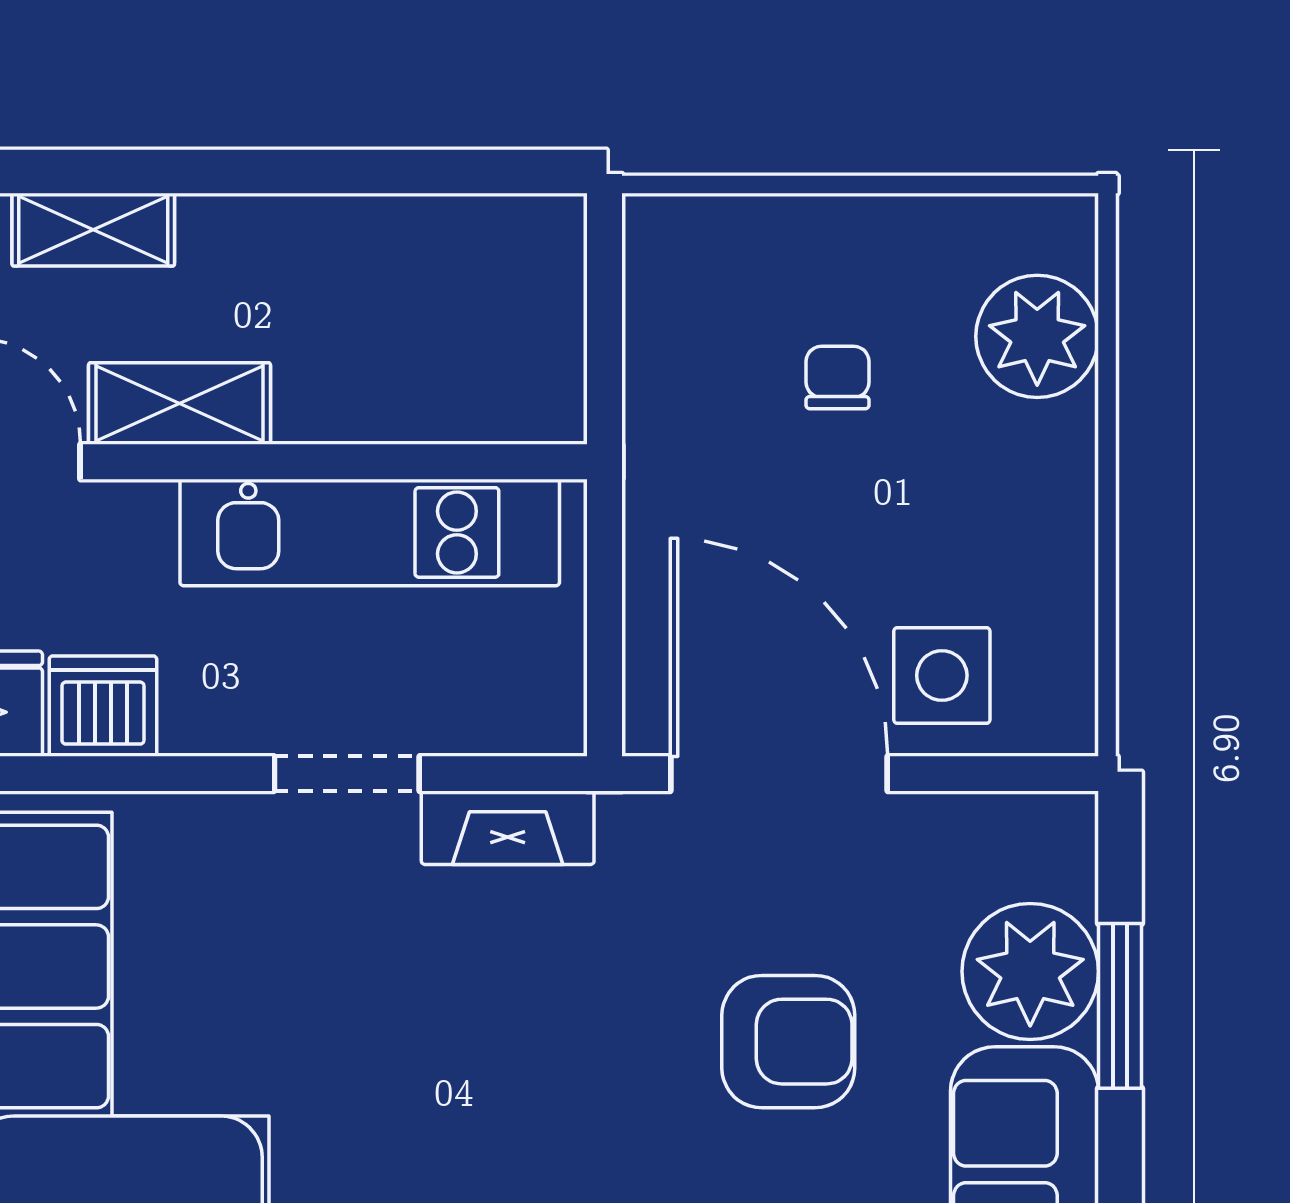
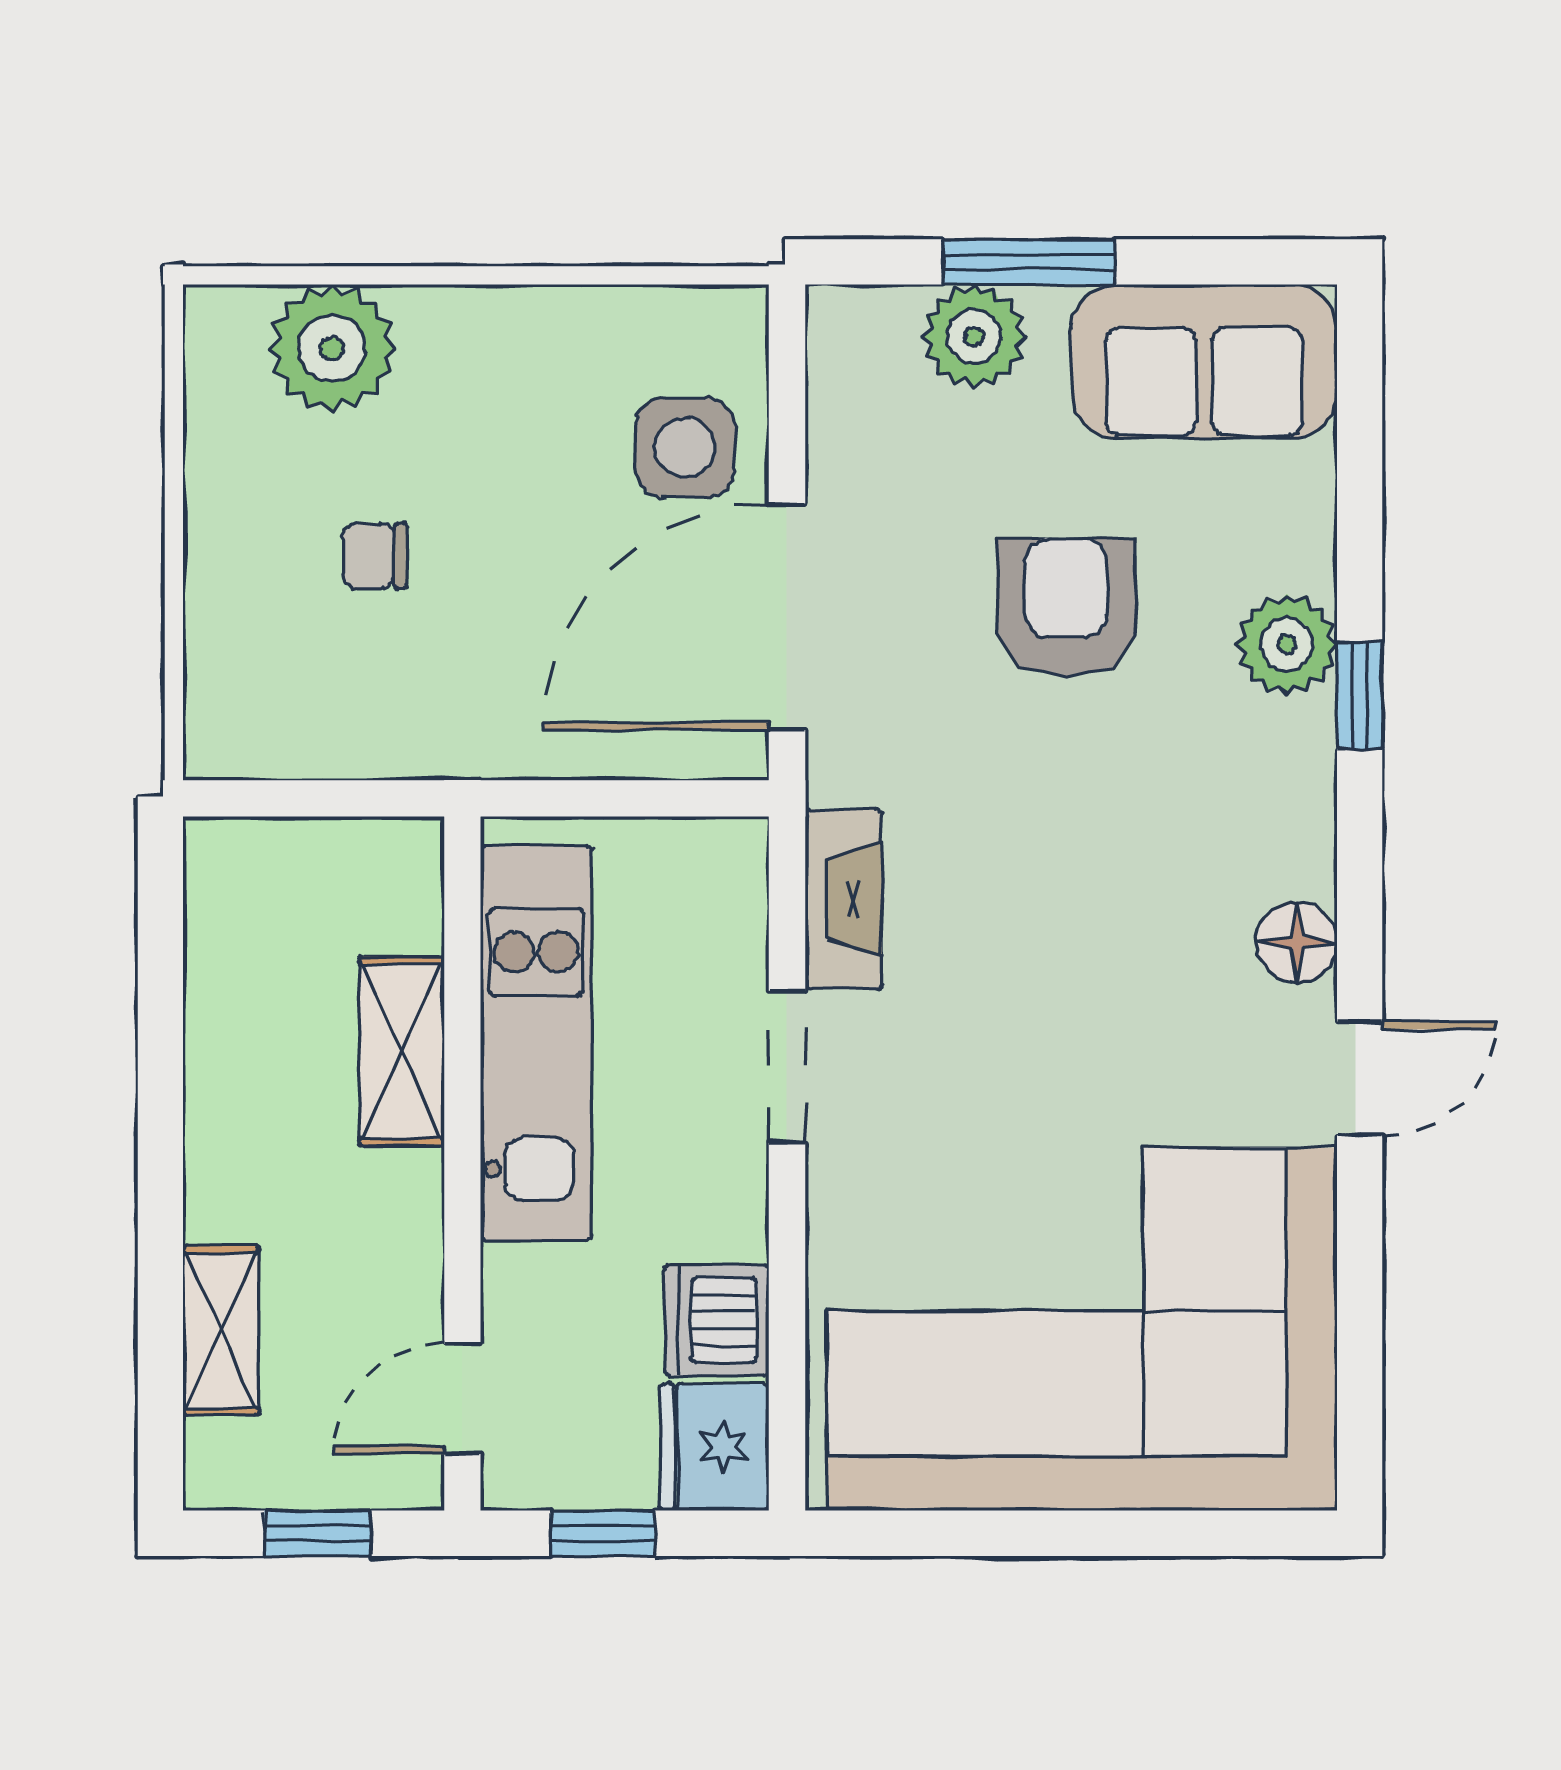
shelving: (179, 403) -> (402, 1051), moved
plant: (1030, 971) -> (974, 336), width x0.73, depth x0.73

